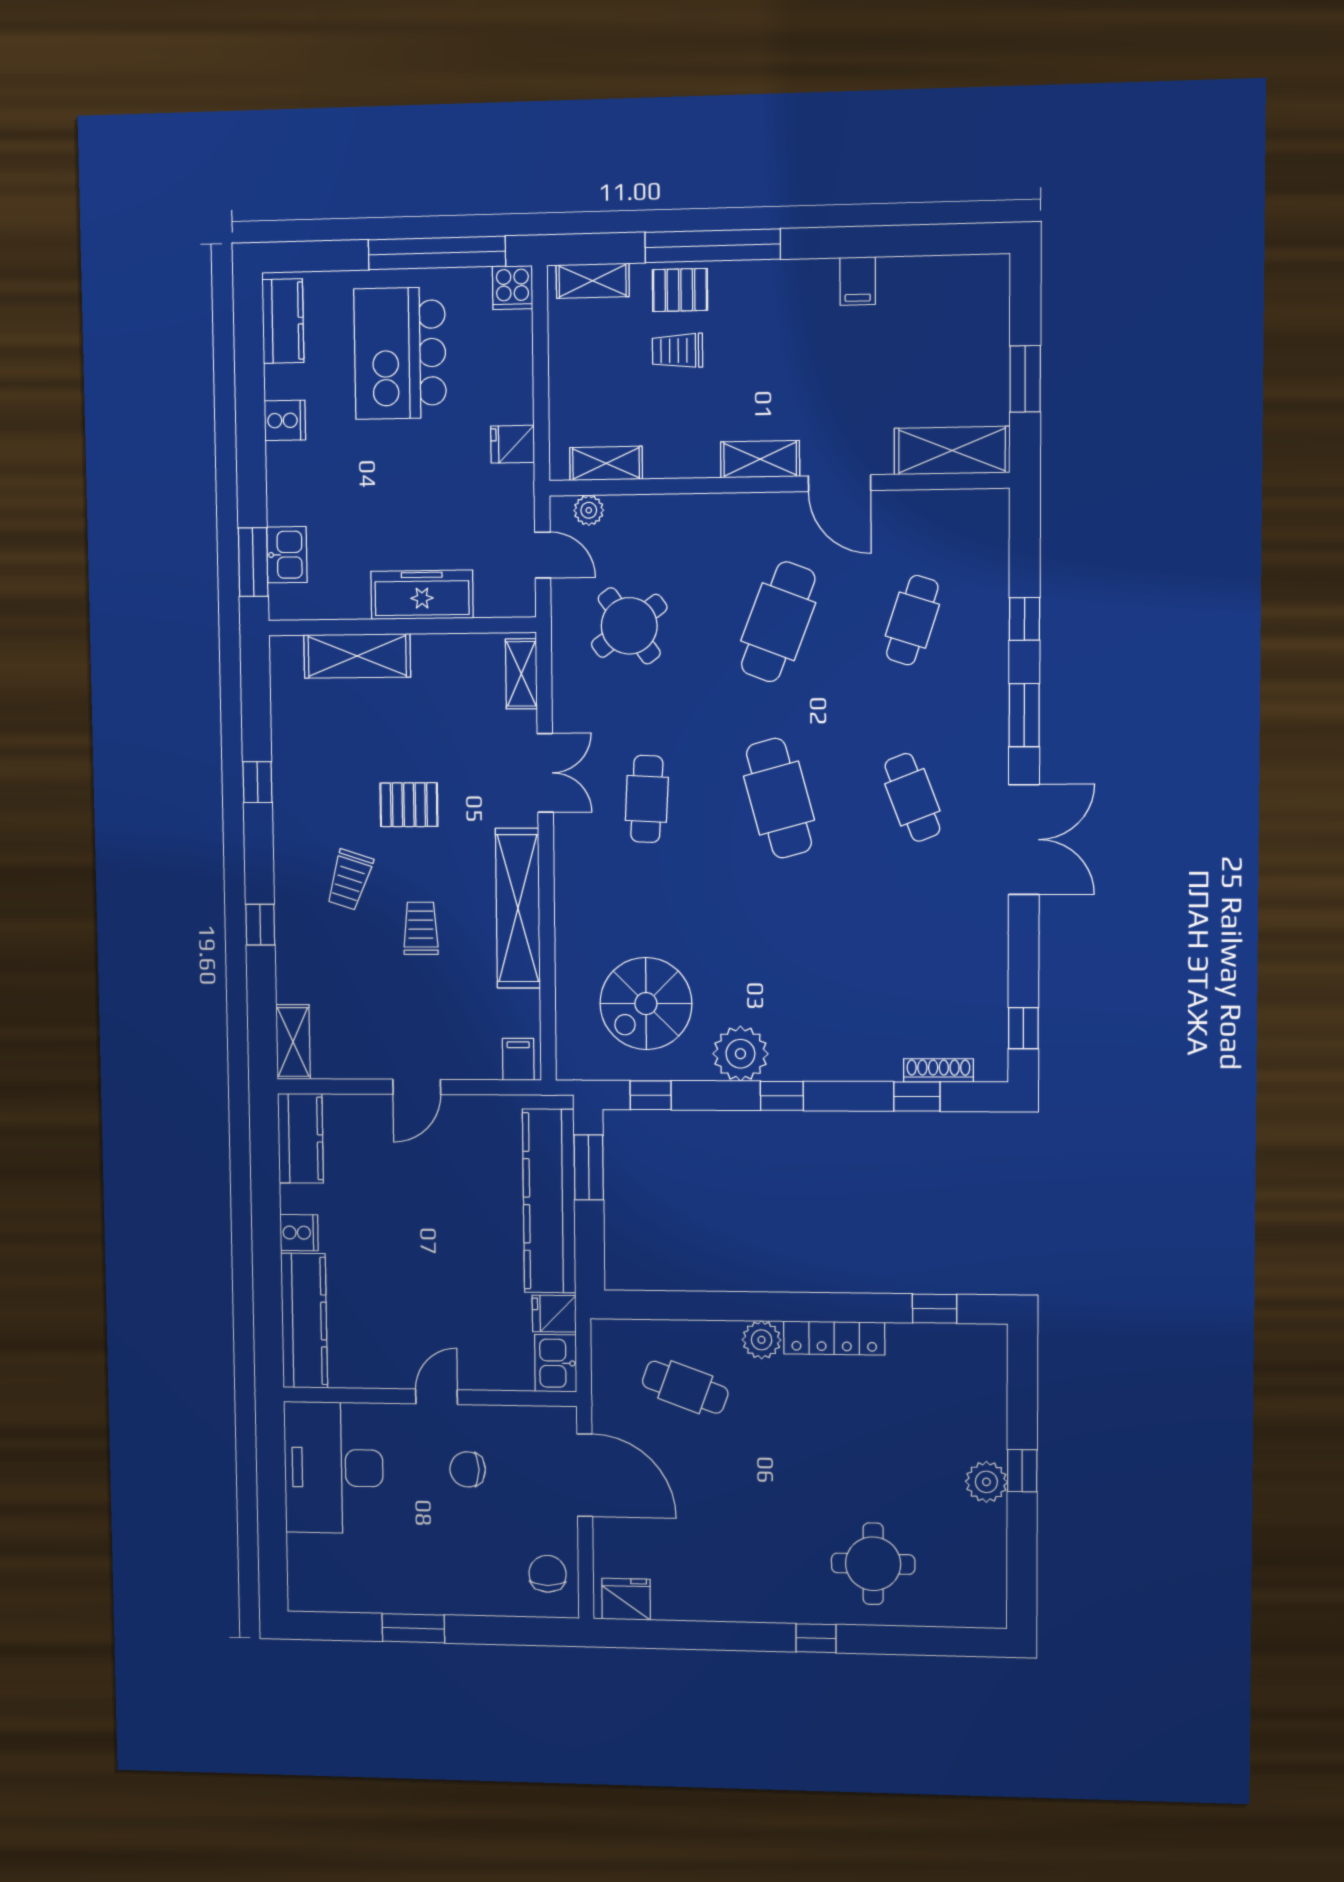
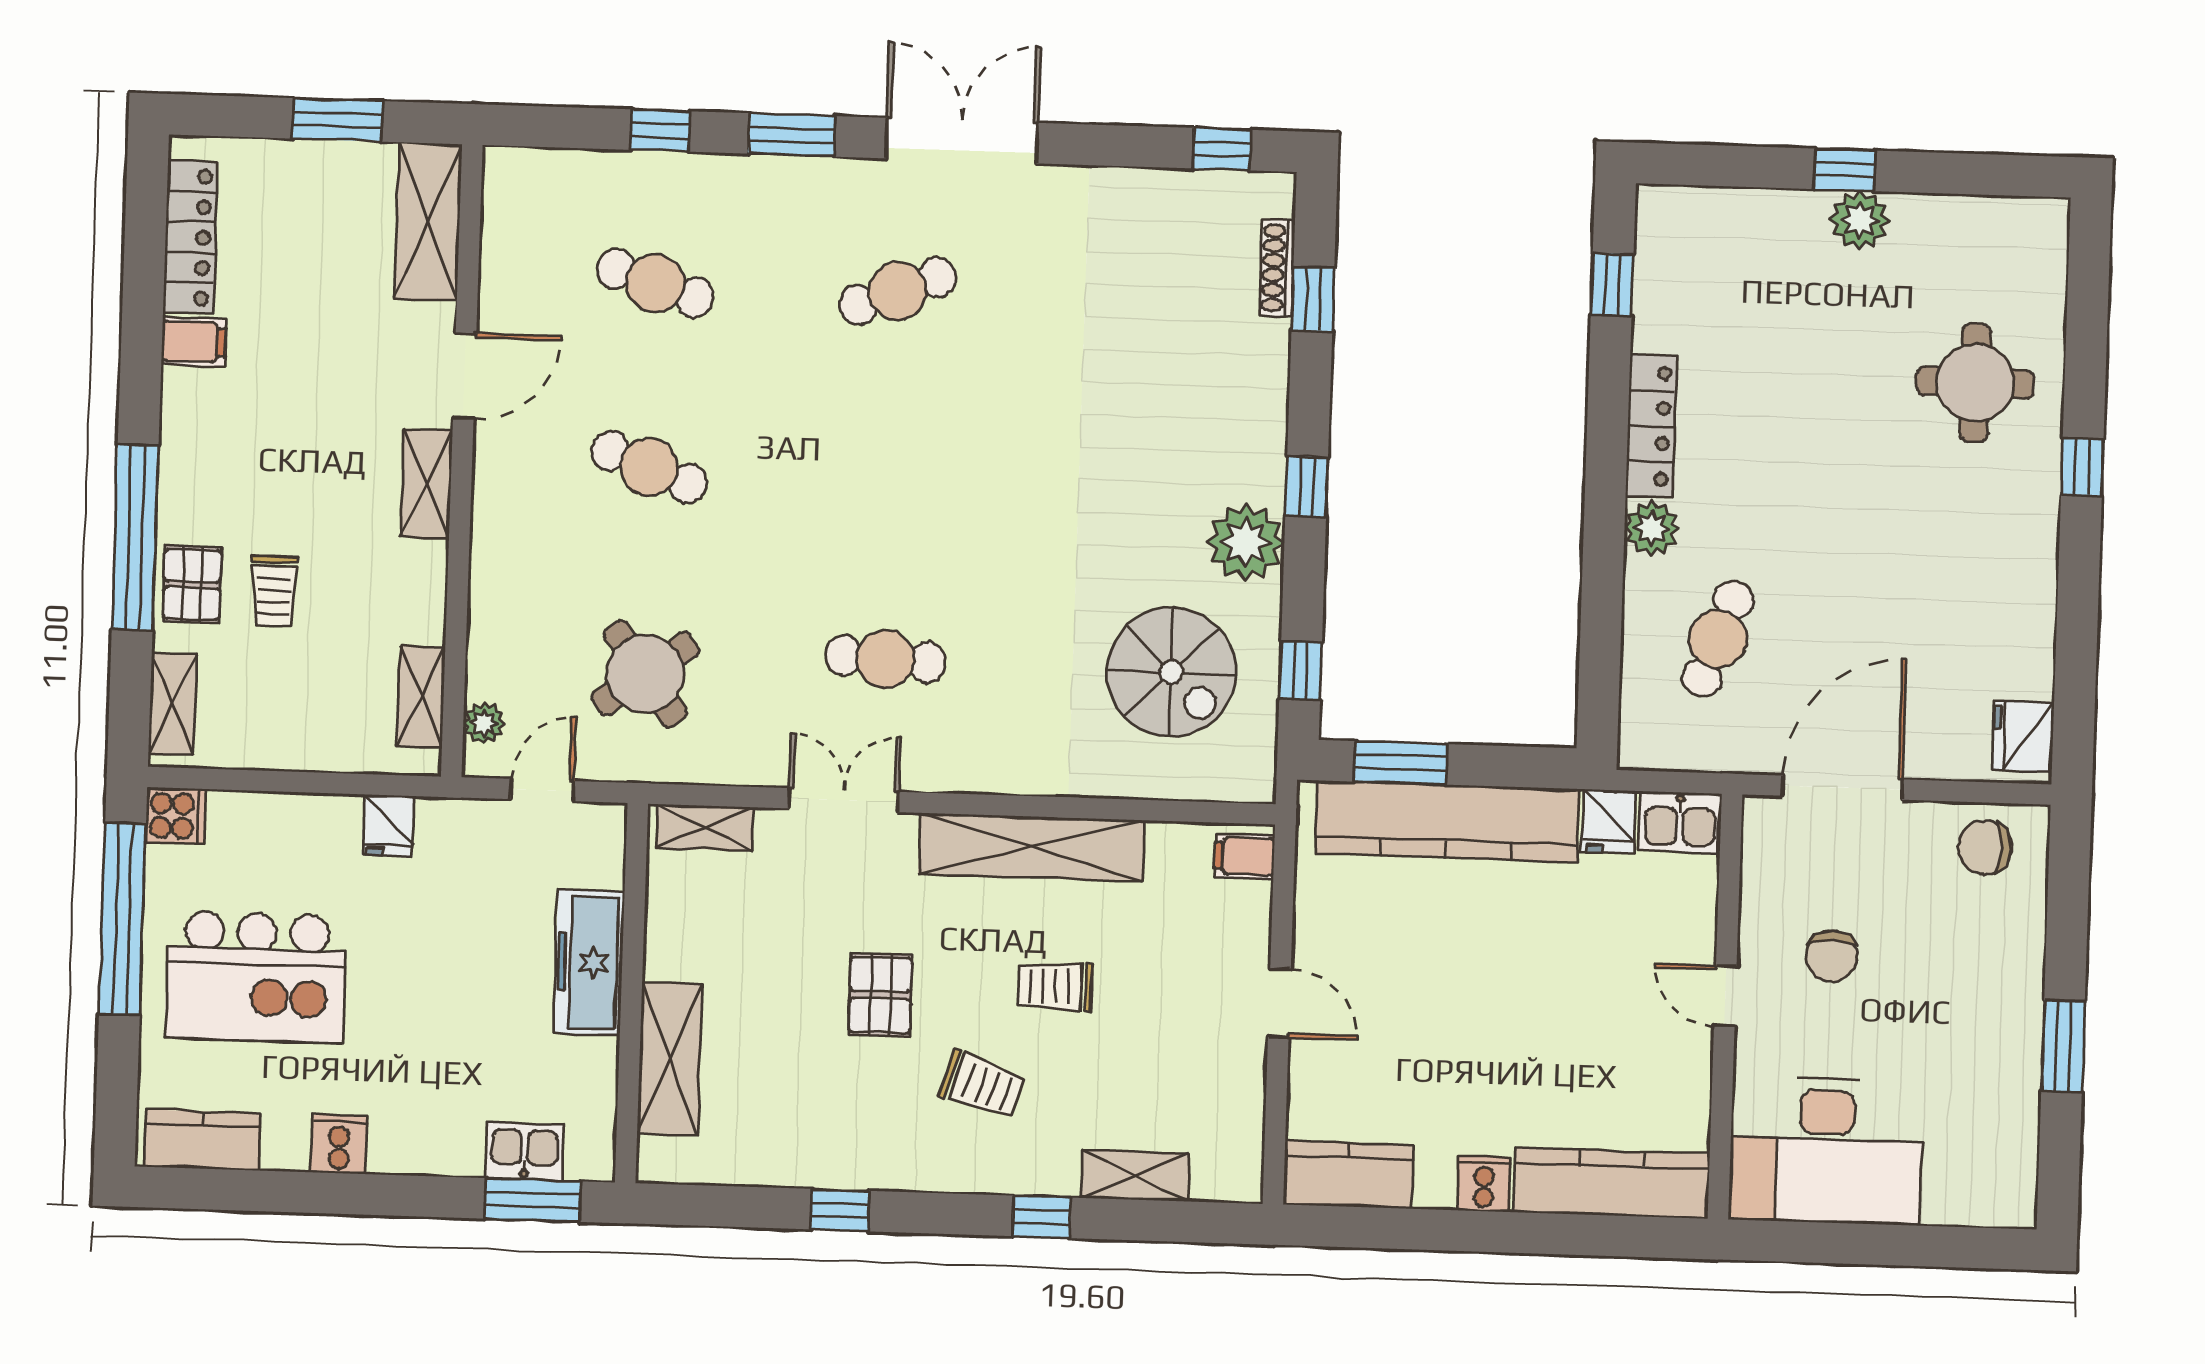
locker: (935, 274) -> (191, 237), added
cafe table: (778, 622) -> (649, 467), width x0.73, depth x0.74
cafe table: (779, 798) -> (892, 475), removed
shelving: (293, 1042) -> (1135, 1176), moved

